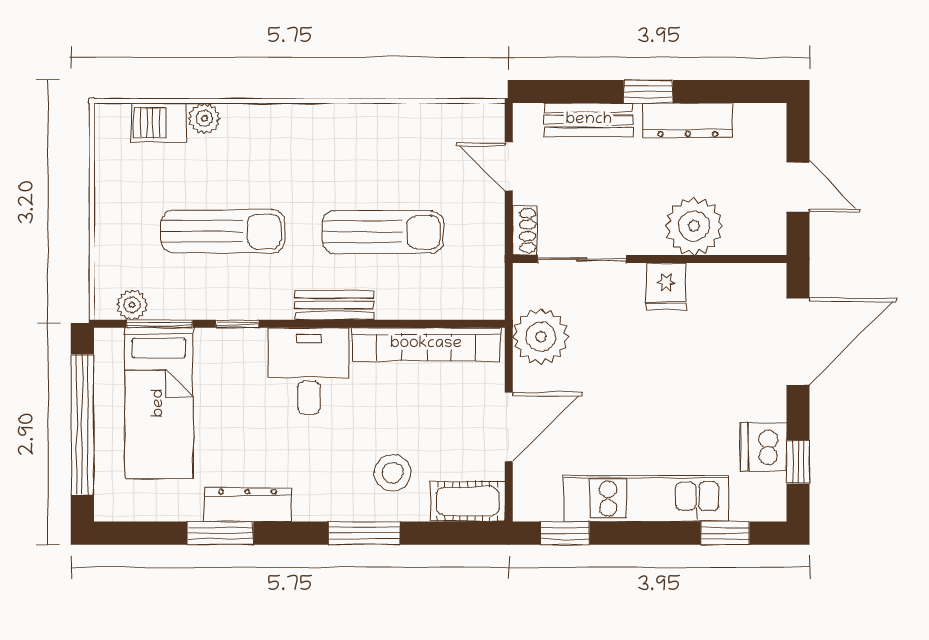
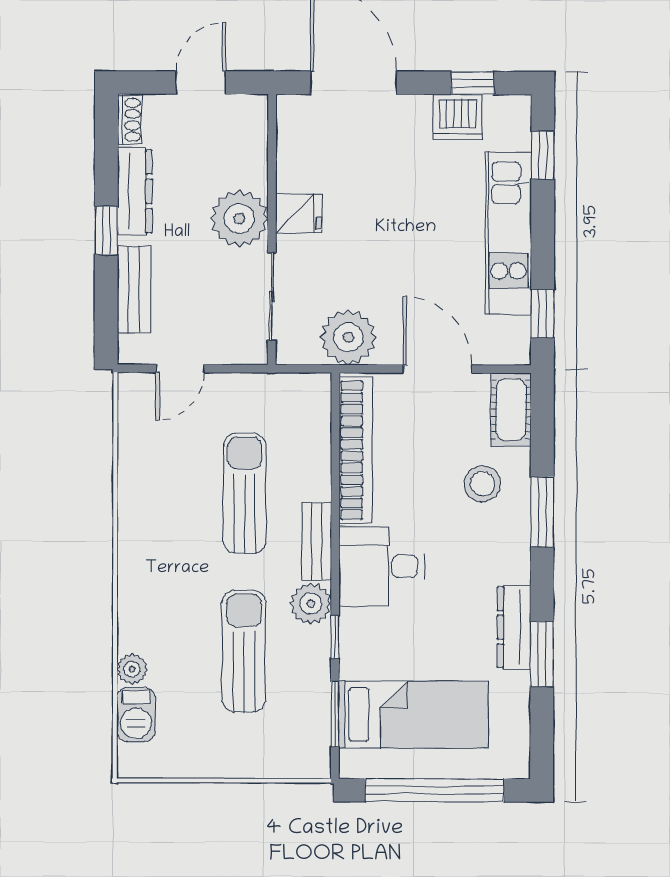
plant: (694, 226) -> (239, 218), moved
shoe rack: (525, 230) -> (130, 120), moved, turned 90
plant: (132, 305) -> (311, 604), moved, width x1.38, depth x1.38

